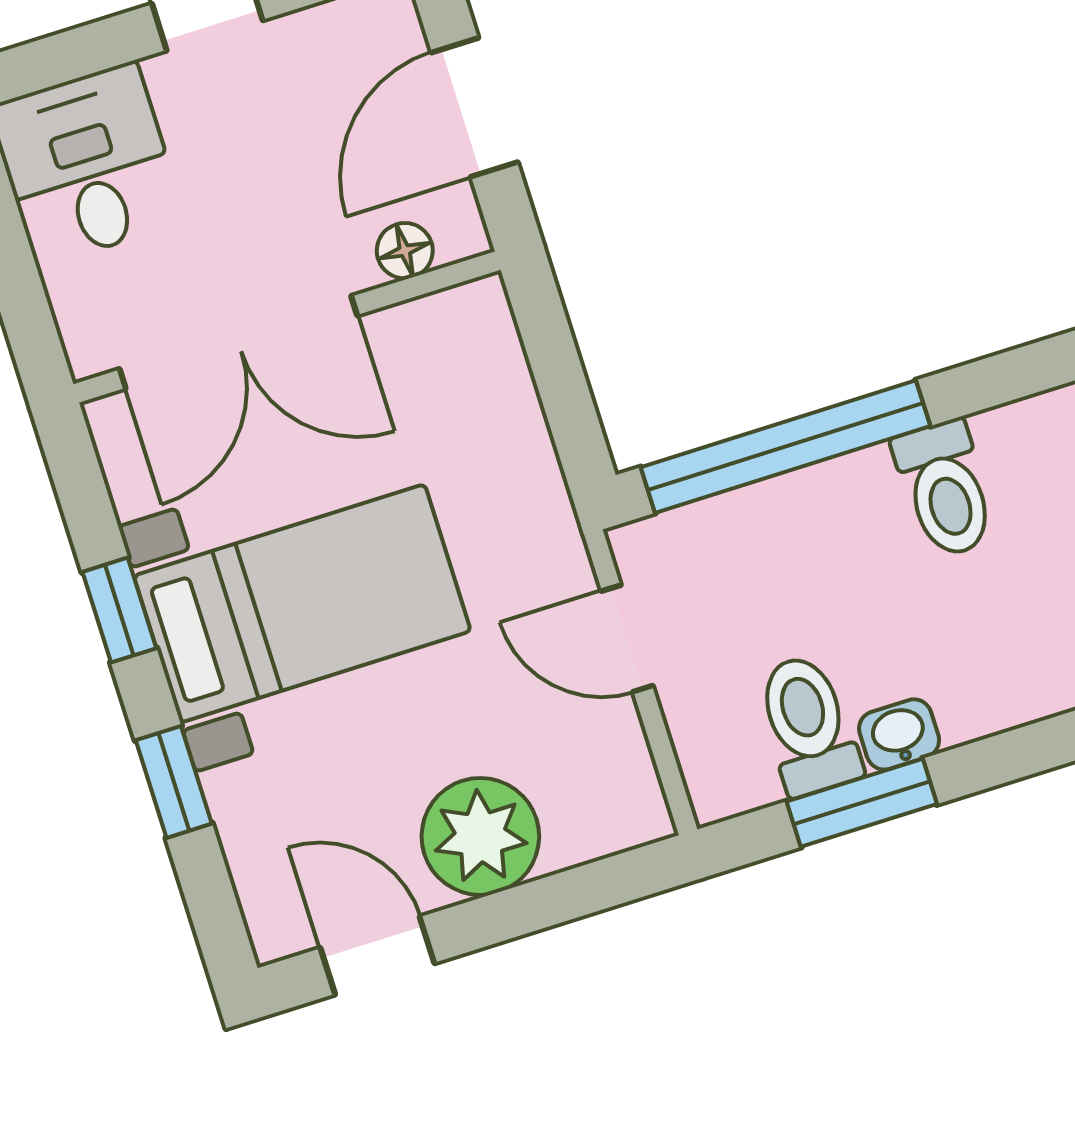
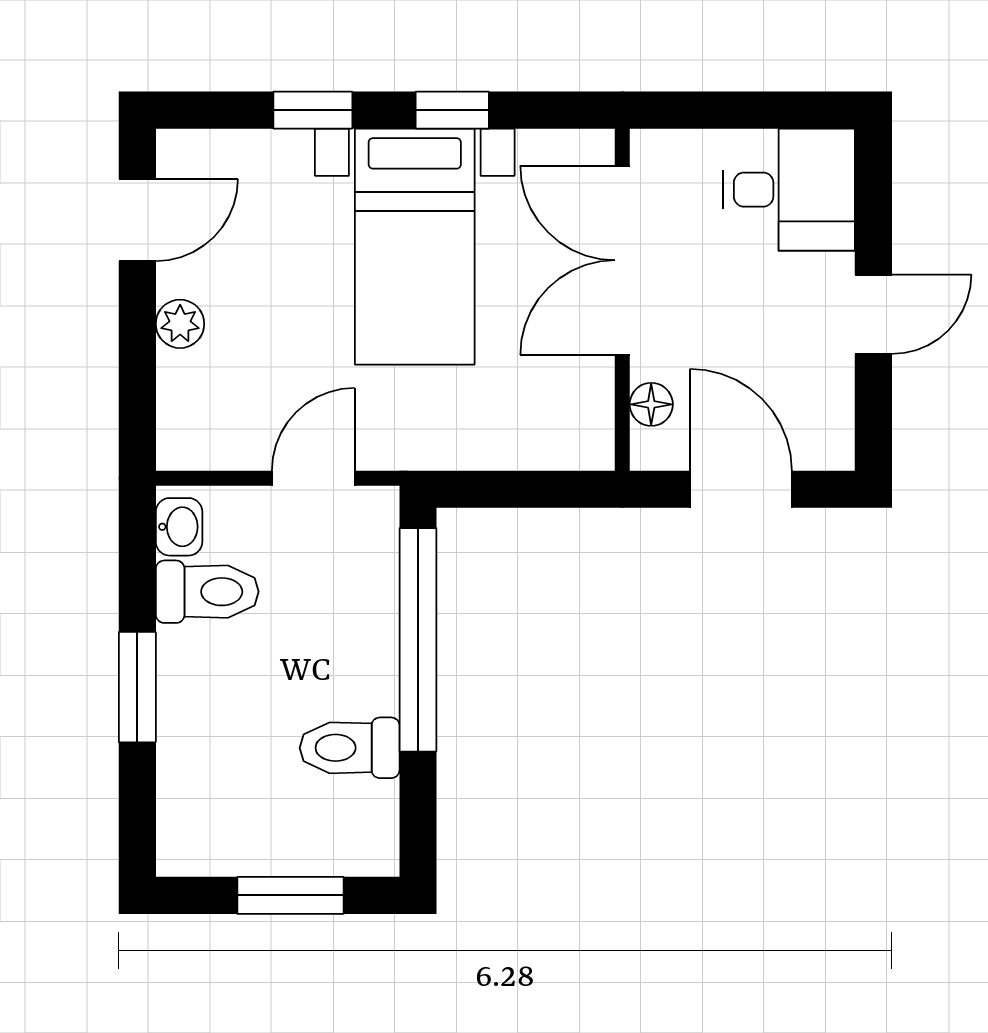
washbasin: (899, 734) -> (179, 527), moved
window: (862, 803) -> (137, 687), moved
plant: (480, 836) -> (180, 324), width x0.53, depth x0.53

